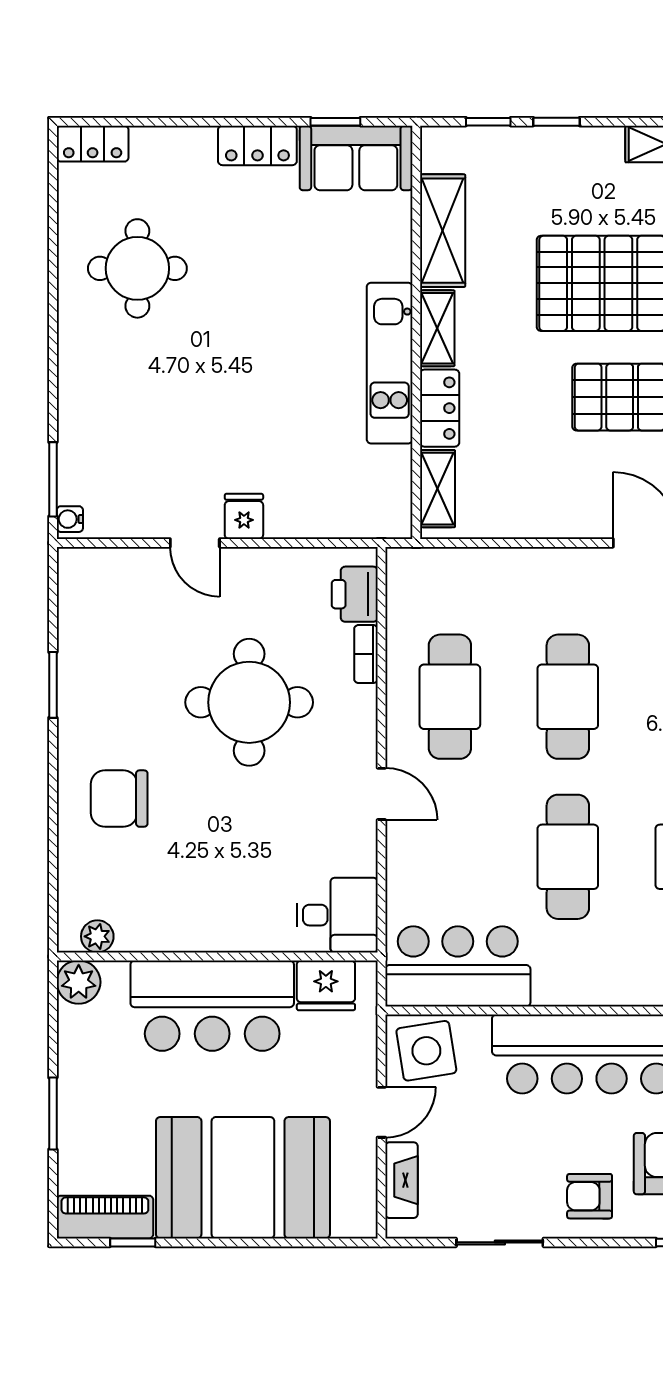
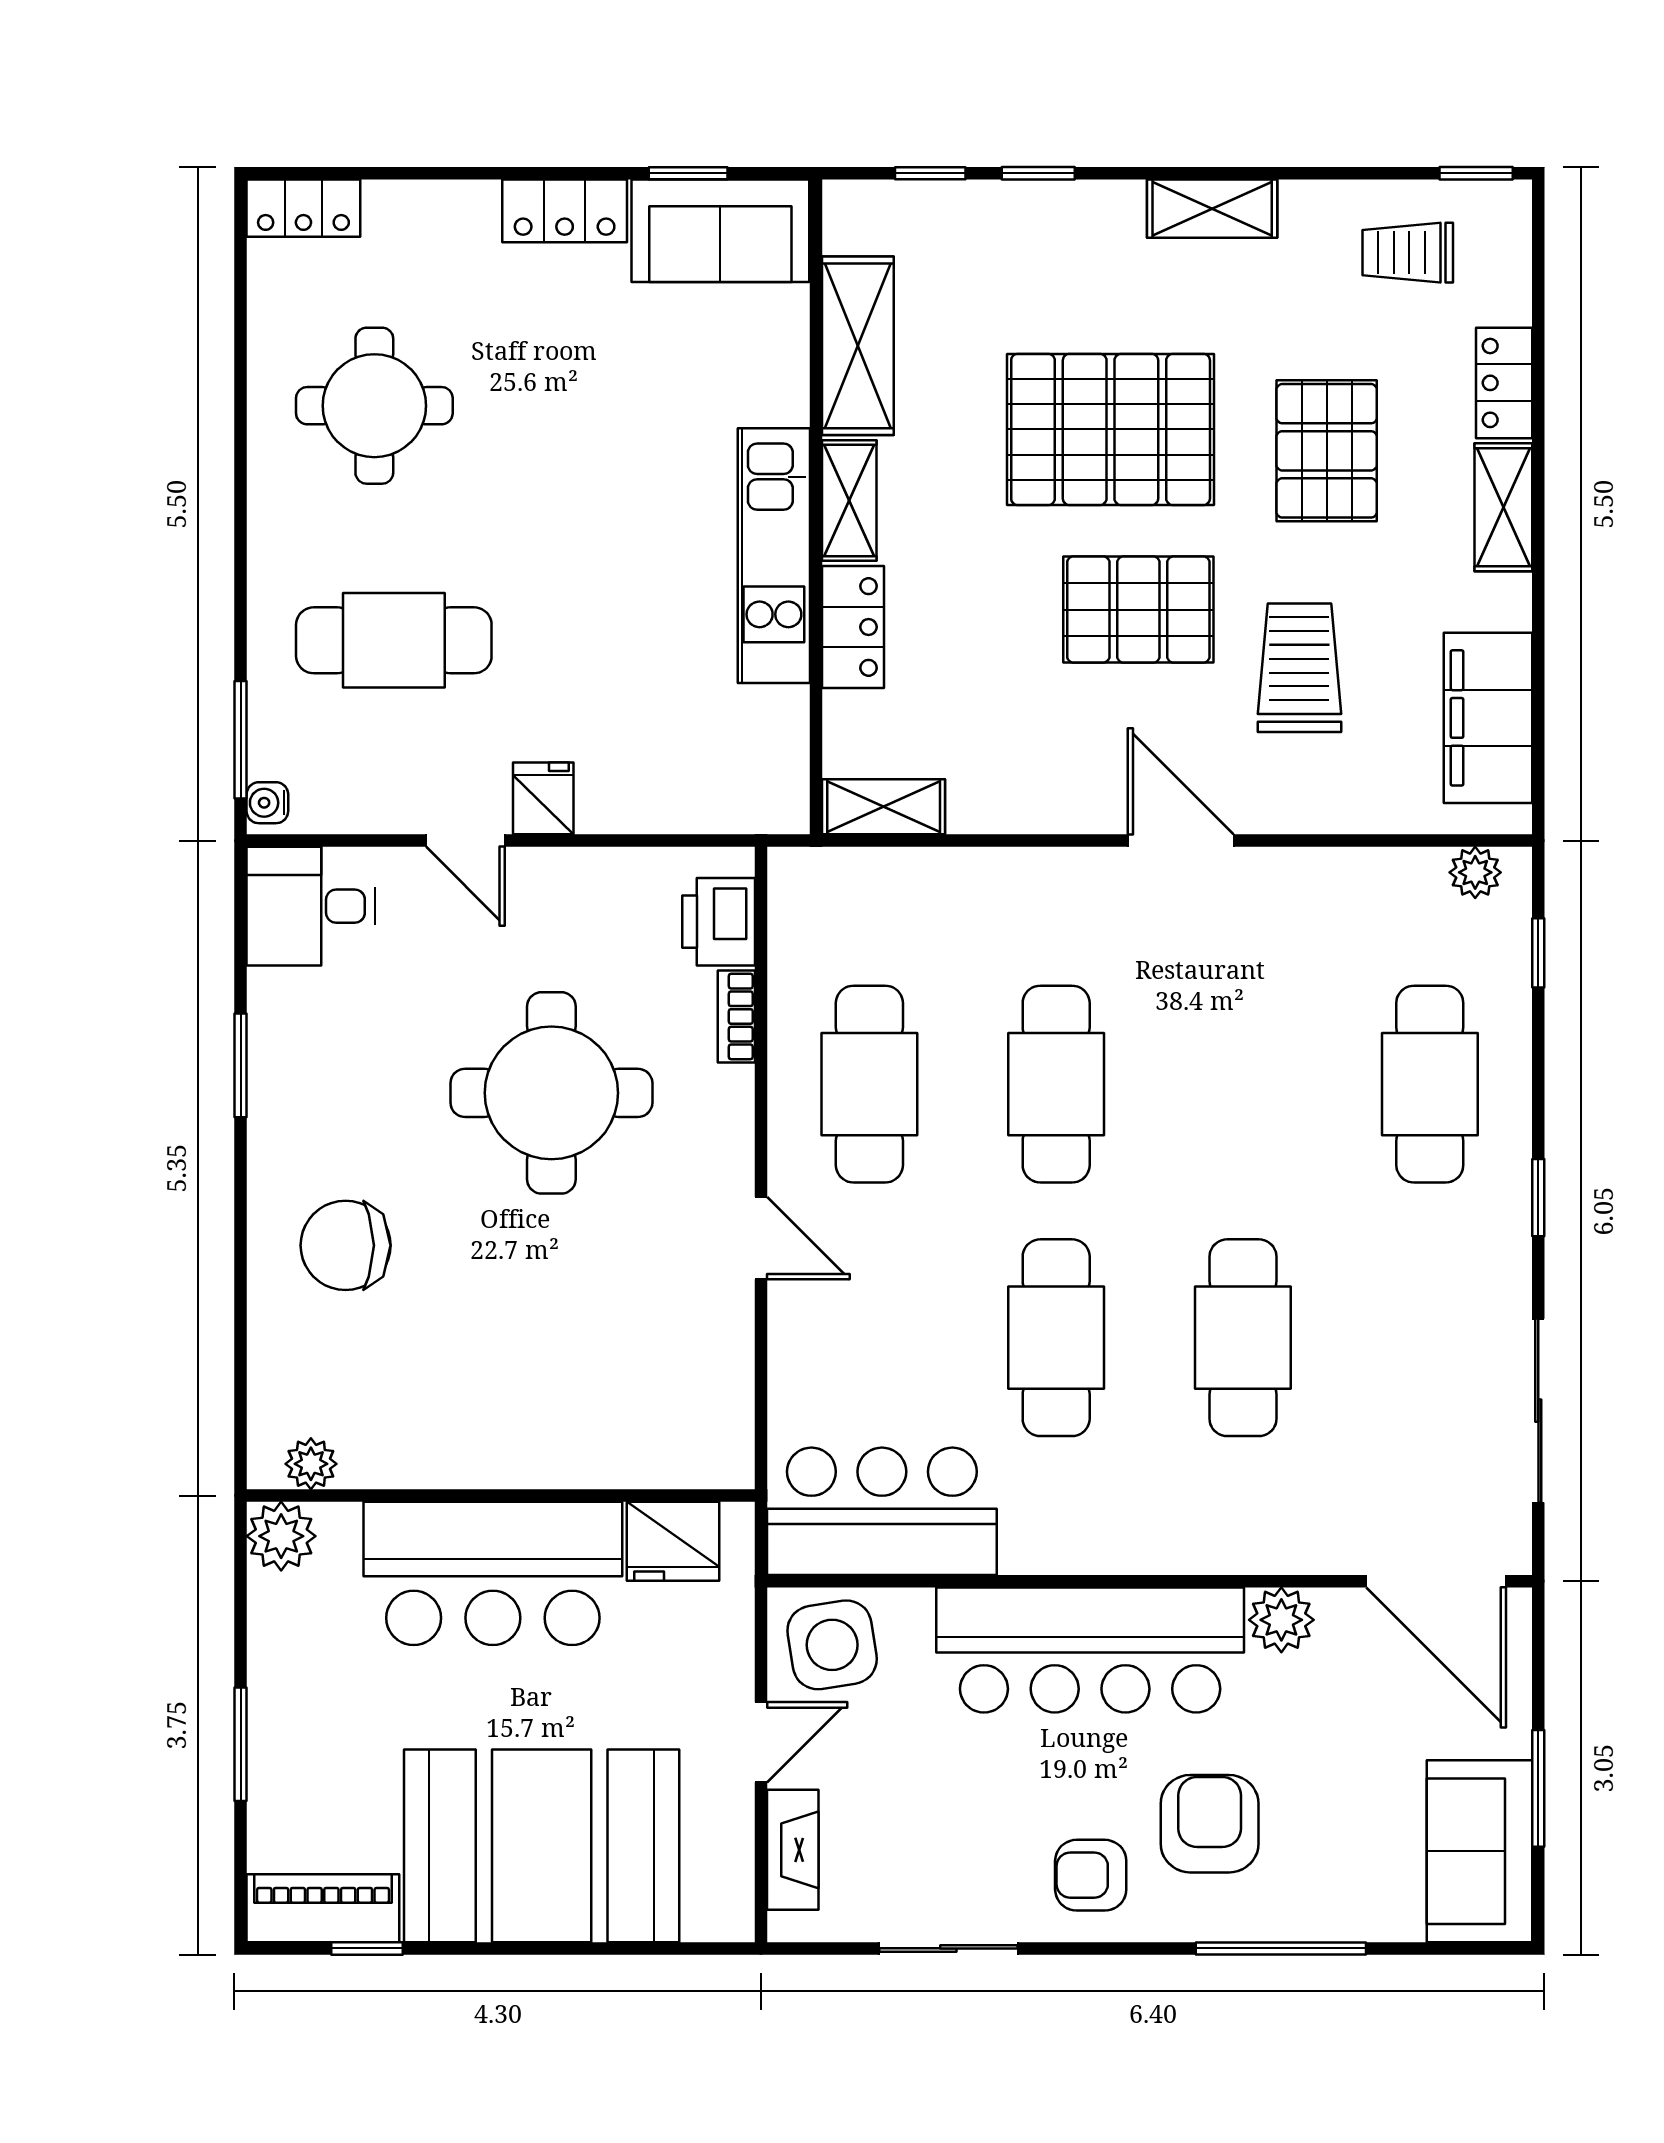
cafe table: (150, 417) -> (394, 640), added
shelving: (437, 489) -> (884, 807), moved, turned 90
desk: (337, 915) -> (311, 906), moved, turned 180

